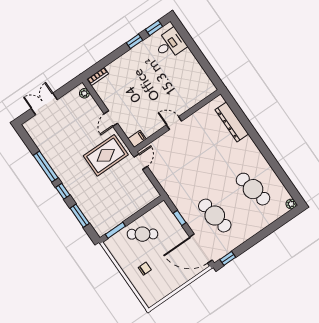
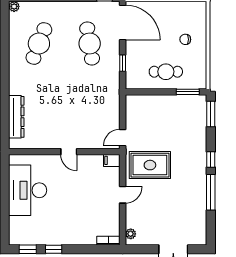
desk: (170, 44) -> (28, 190), moved, width x1.87, depth x1.30
cafe table: (253, 189) -> (39, 43), turned 33
window: (80, 216) -> (211, 114), moved
cafe table: (142, 234) -> (166, 72), turned -34

